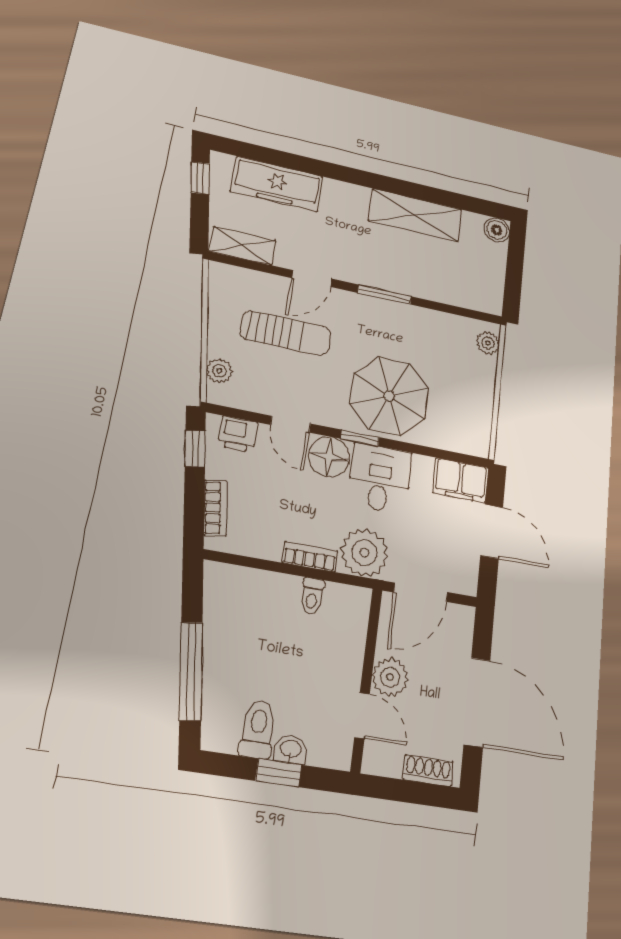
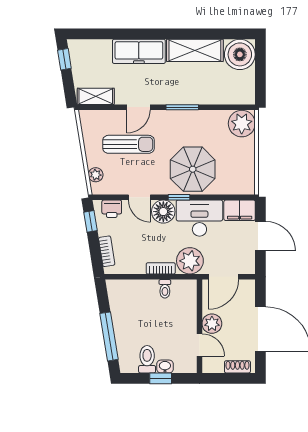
freezer: (277, 184) -> (139, 51), moved
boiler: (497, 230) -> (240, 54), width x1.86, depth x1.86
plant: (488, 343) -> (242, 124), width x1.87, depth x1.87
desk: (380, 478) -> (199, 218), width x1.37

